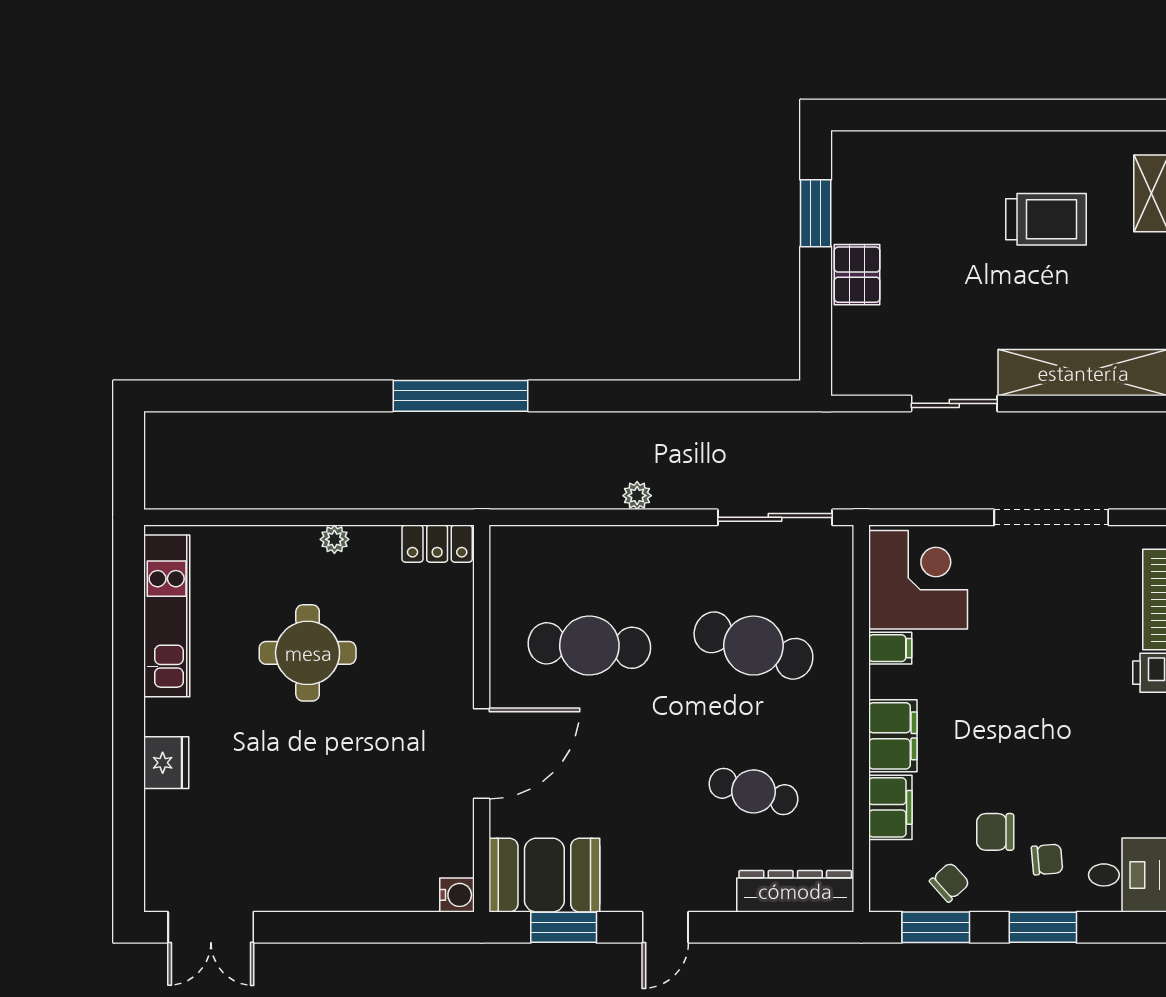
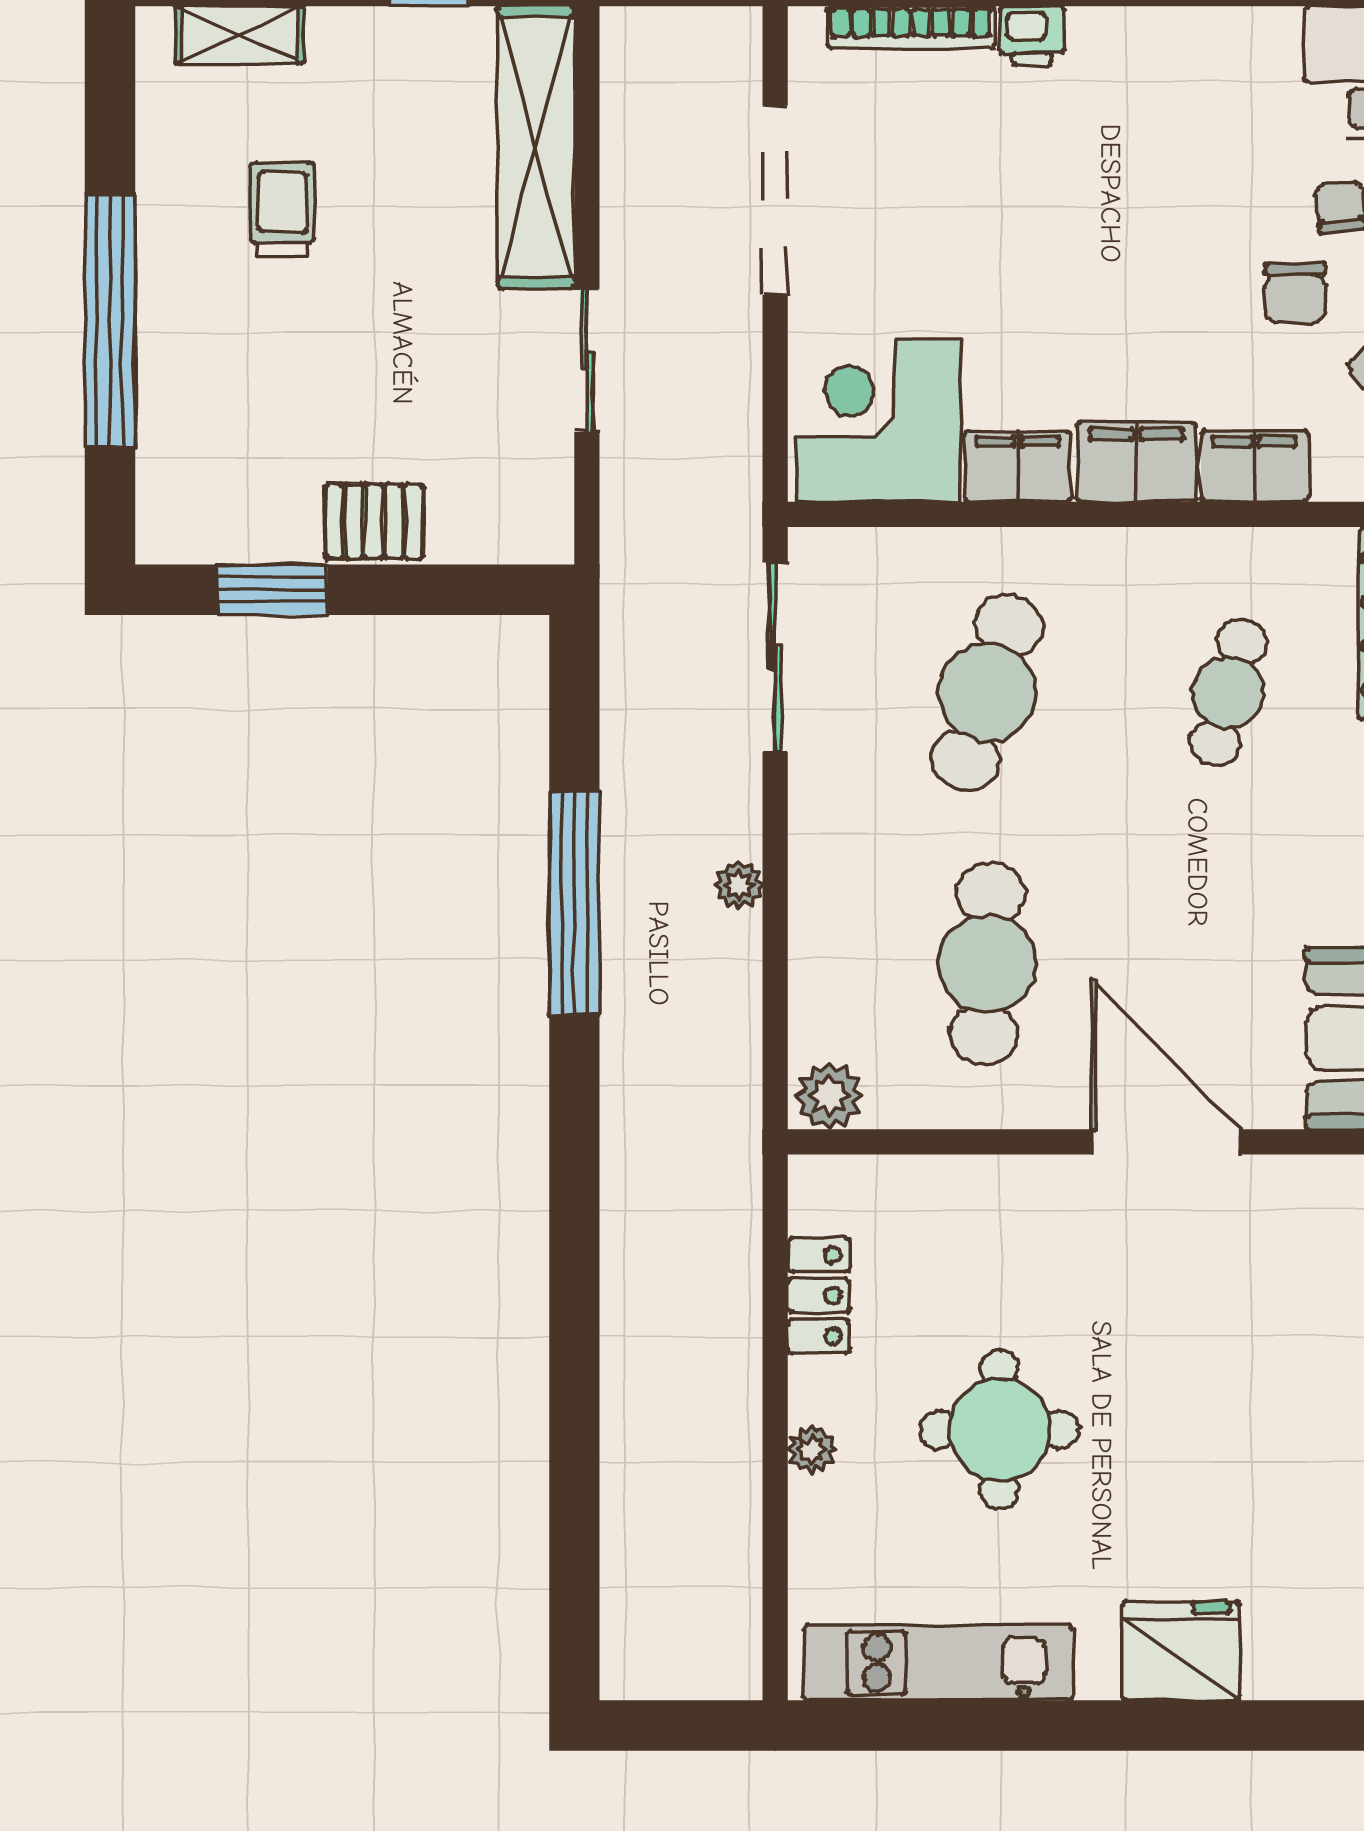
window: (979, 115) -> (110, 320), added
trolley: (1046, 219) -> (282, 209), width x0.73, depth x0.72
window: (460, 396) -> (574, 903), moved
plant: (334, 539) -> (811, 1450), moved
locker: (437, 544) -> (819, 1295), moved
plant: (509, 550) -> (829, 1096), added
filing cabinet: (890, 648) -> (1018, 466), width x2.00
fridge: (166, 763) -> (1181, 1651), width x1.36, depth x1.34

